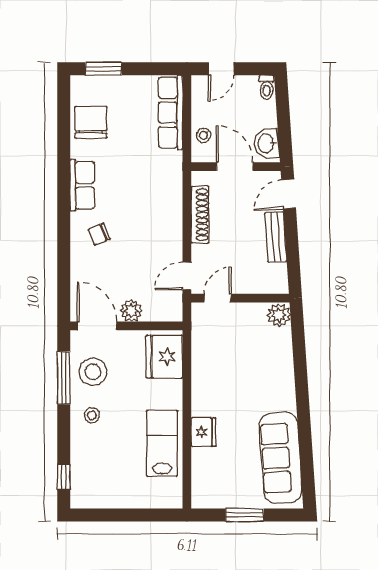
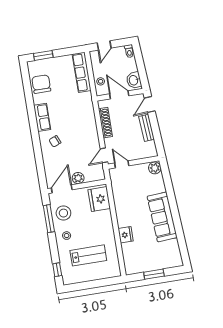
door: (218, 298) -> (122, 164), hinge flipped
door: (97, 326) -> (62, 189), hinge flipped
lab bench: (162, 443) -> (88, 255), moved, turned 90
sofa: (281, 458) -> (162, 217), moved

